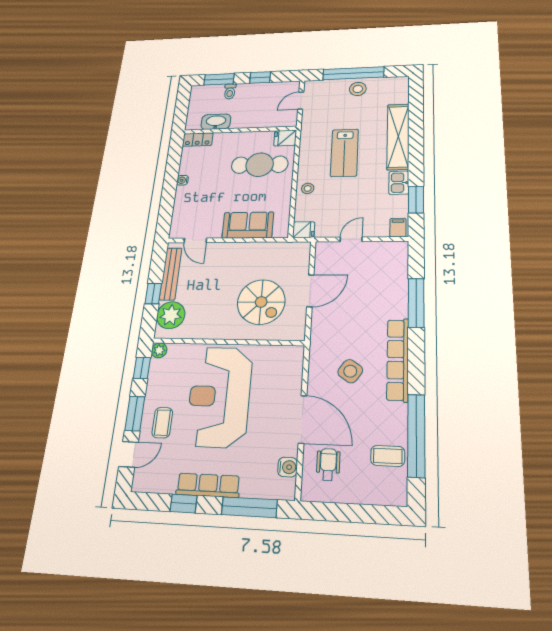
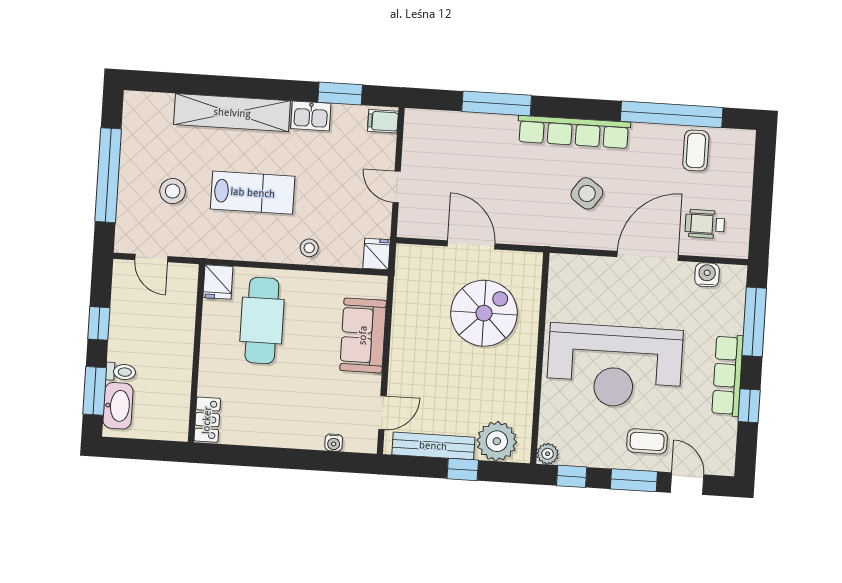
stool: (358, 89) -> (173, 191), moved
washbasin: (216, 122) -> (118, 406), moved, turned 180
water cooler: (182, 180) -> (334, 443), moved

